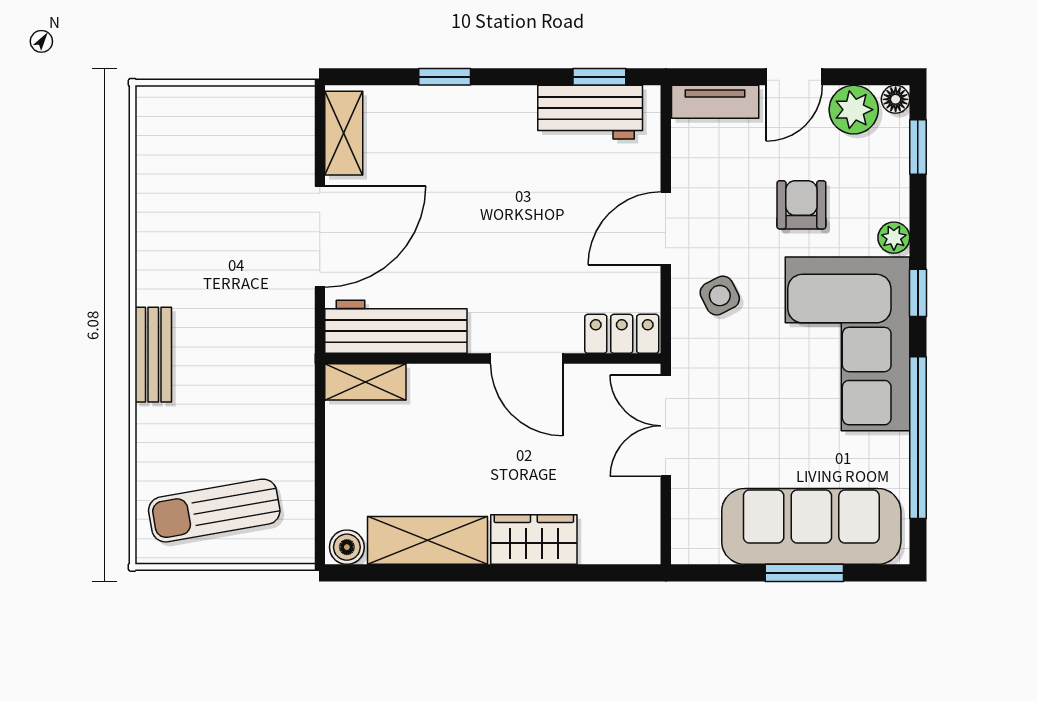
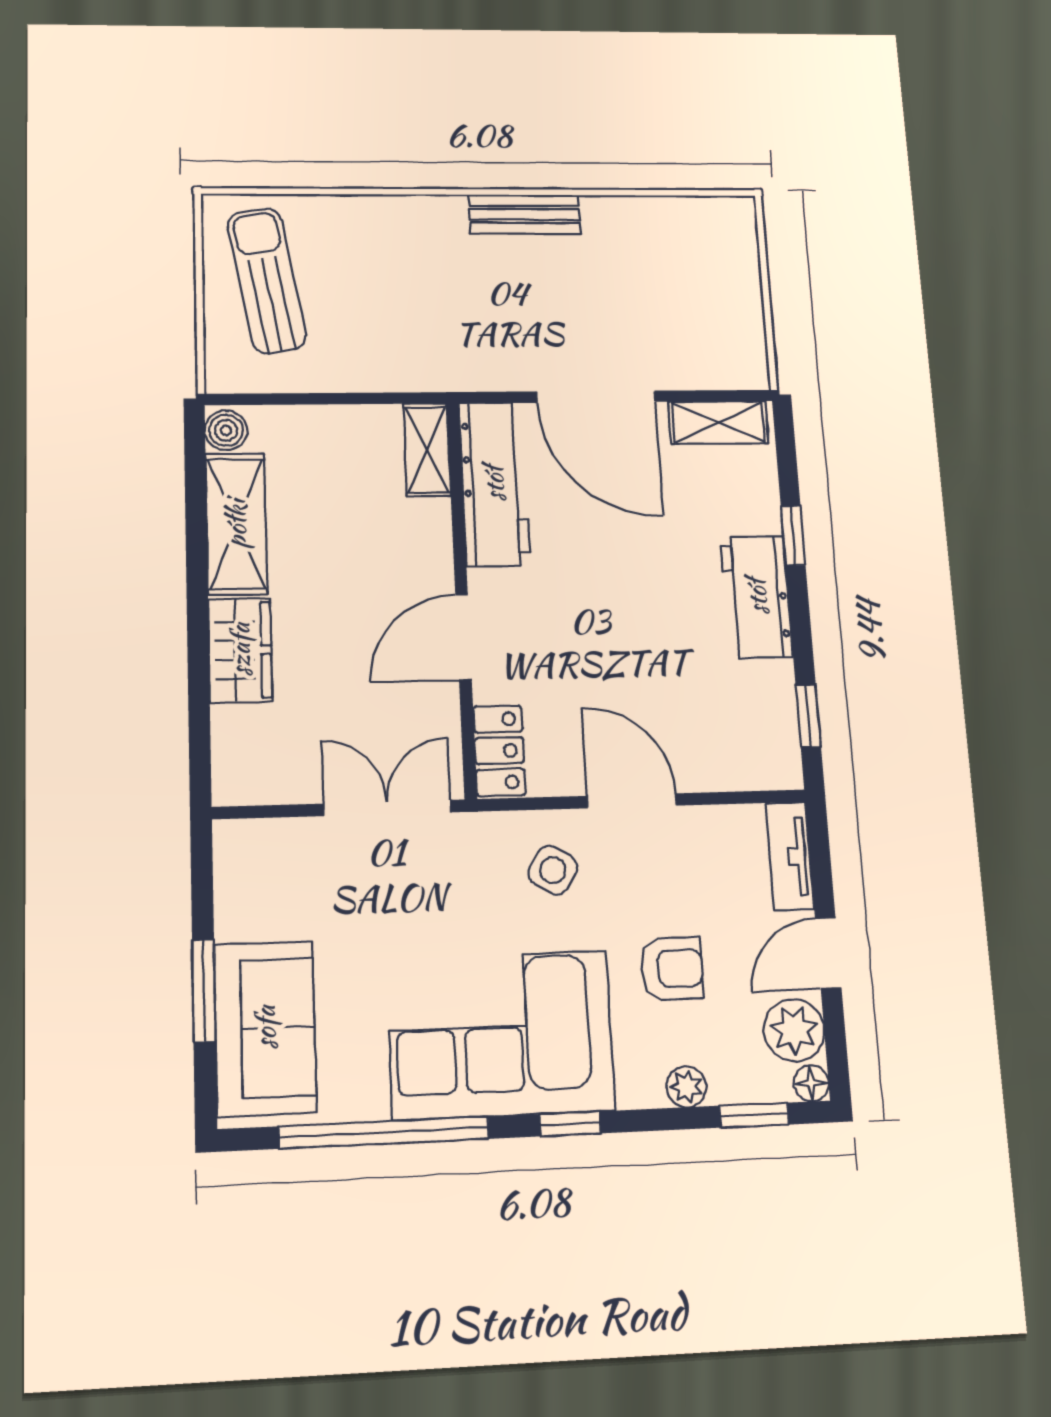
door: (794, 77) -> (828, 953), hinge flipped
workbench: (590, 112) -> (757, 597), moved
plant: (894, 238) -> (686, 1087), moved
side table: (720, 296) -> (553, 870), turned -31
bench: (153, 355) -> (525, 214), moved
sofa: (811, 526) -> (265, 1028), width x0.73

